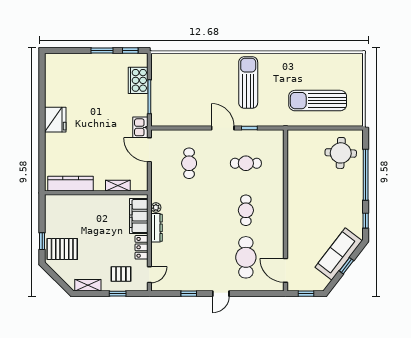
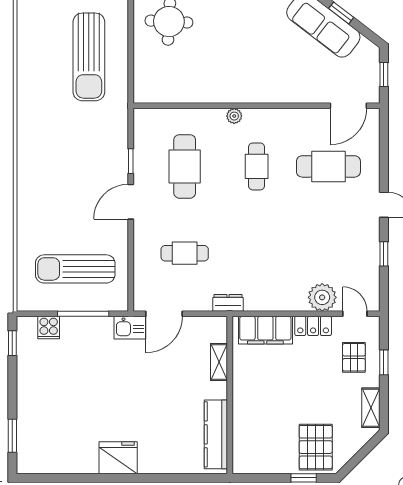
window: (102, 50) -> (12, 436), moved
cooker: (138, 80) -> (49, 328), width x0.53, depth x0.76
sun lounger: (248, 83) -> (75, 269), moved
cafe table: (246, 163) -> (185, 166), width x1.37, depth x1.35
plant: (279, 196) -> (234, 116), added
plant: (156, 208) -> (322, 297), moved, width x1.88, depth x1.88
cafe table: (246, 210) -> (257, 166), turned 90
dresser: (157, 228) -> (228, 303), moved, width x0.70

